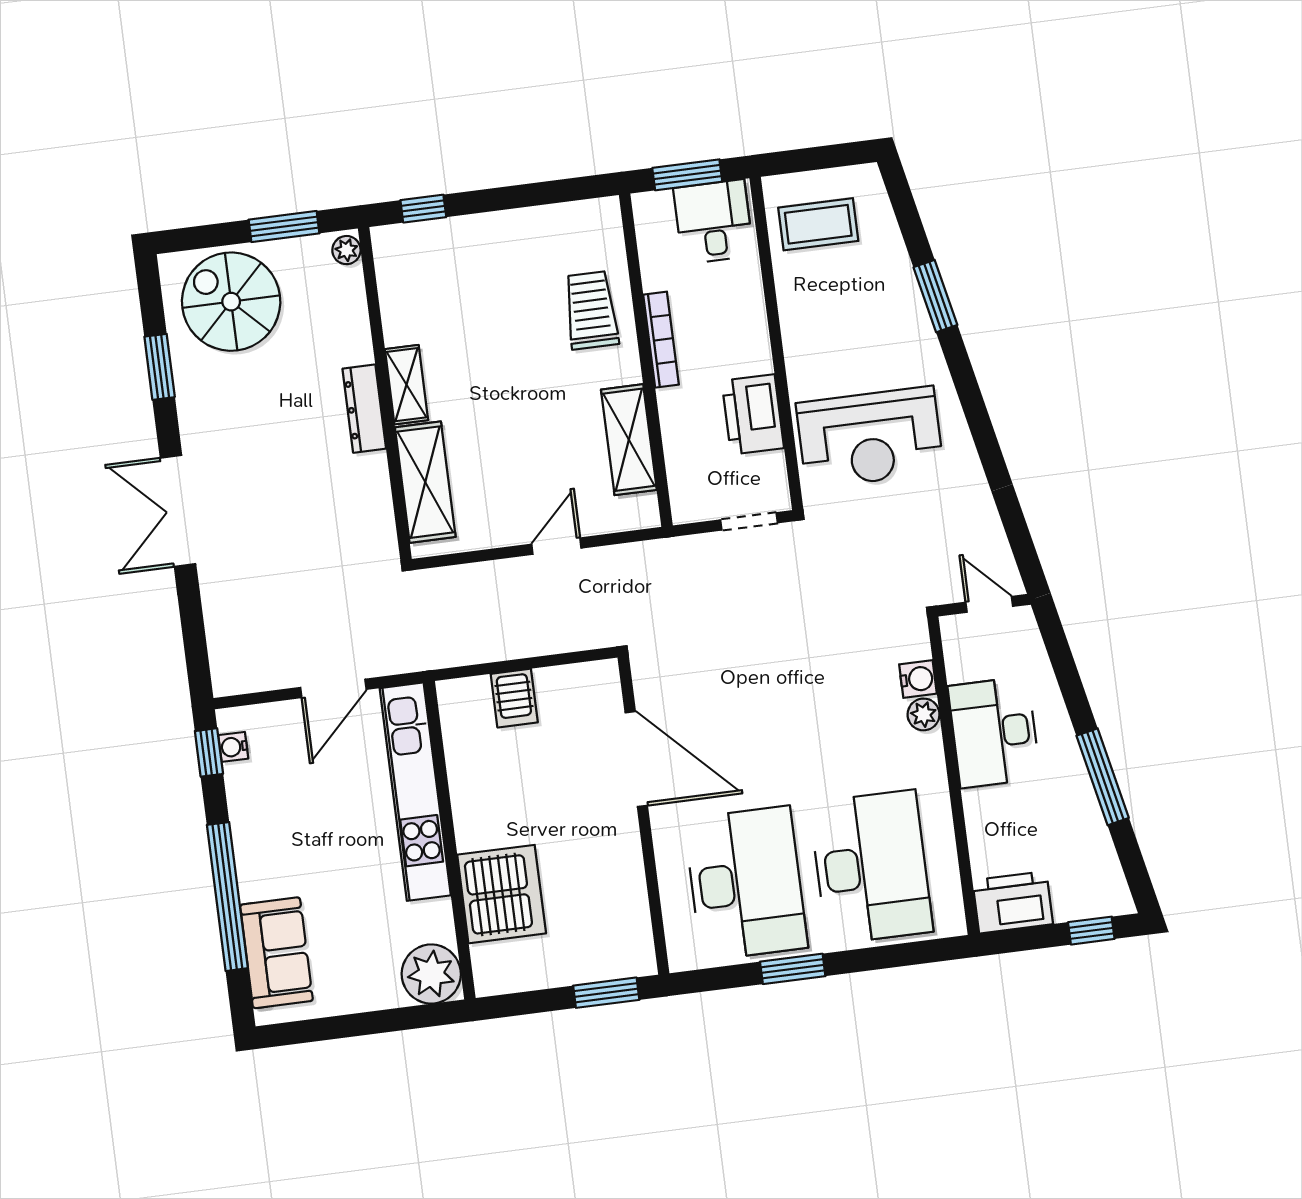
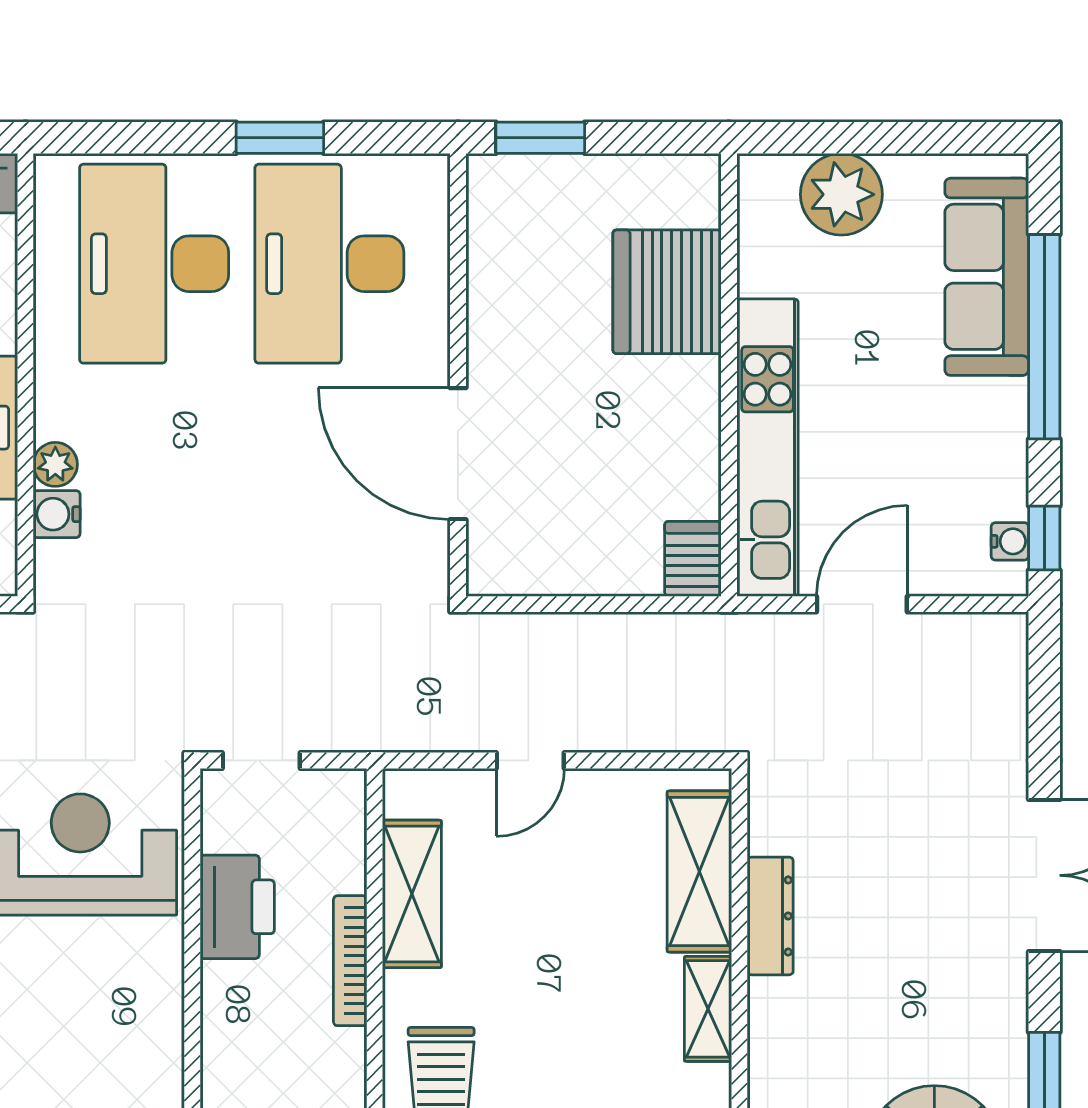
bookcase: (661, 340) -> (350, 961), moved
dresser: (364, 409) -> (770, 916), moved
server rack: (514, 698) -> (693, 559), moved
sofa: (276, 953) -> (987, 277), width x1.36
plant: (431, 974) -> (841, 194), moved

